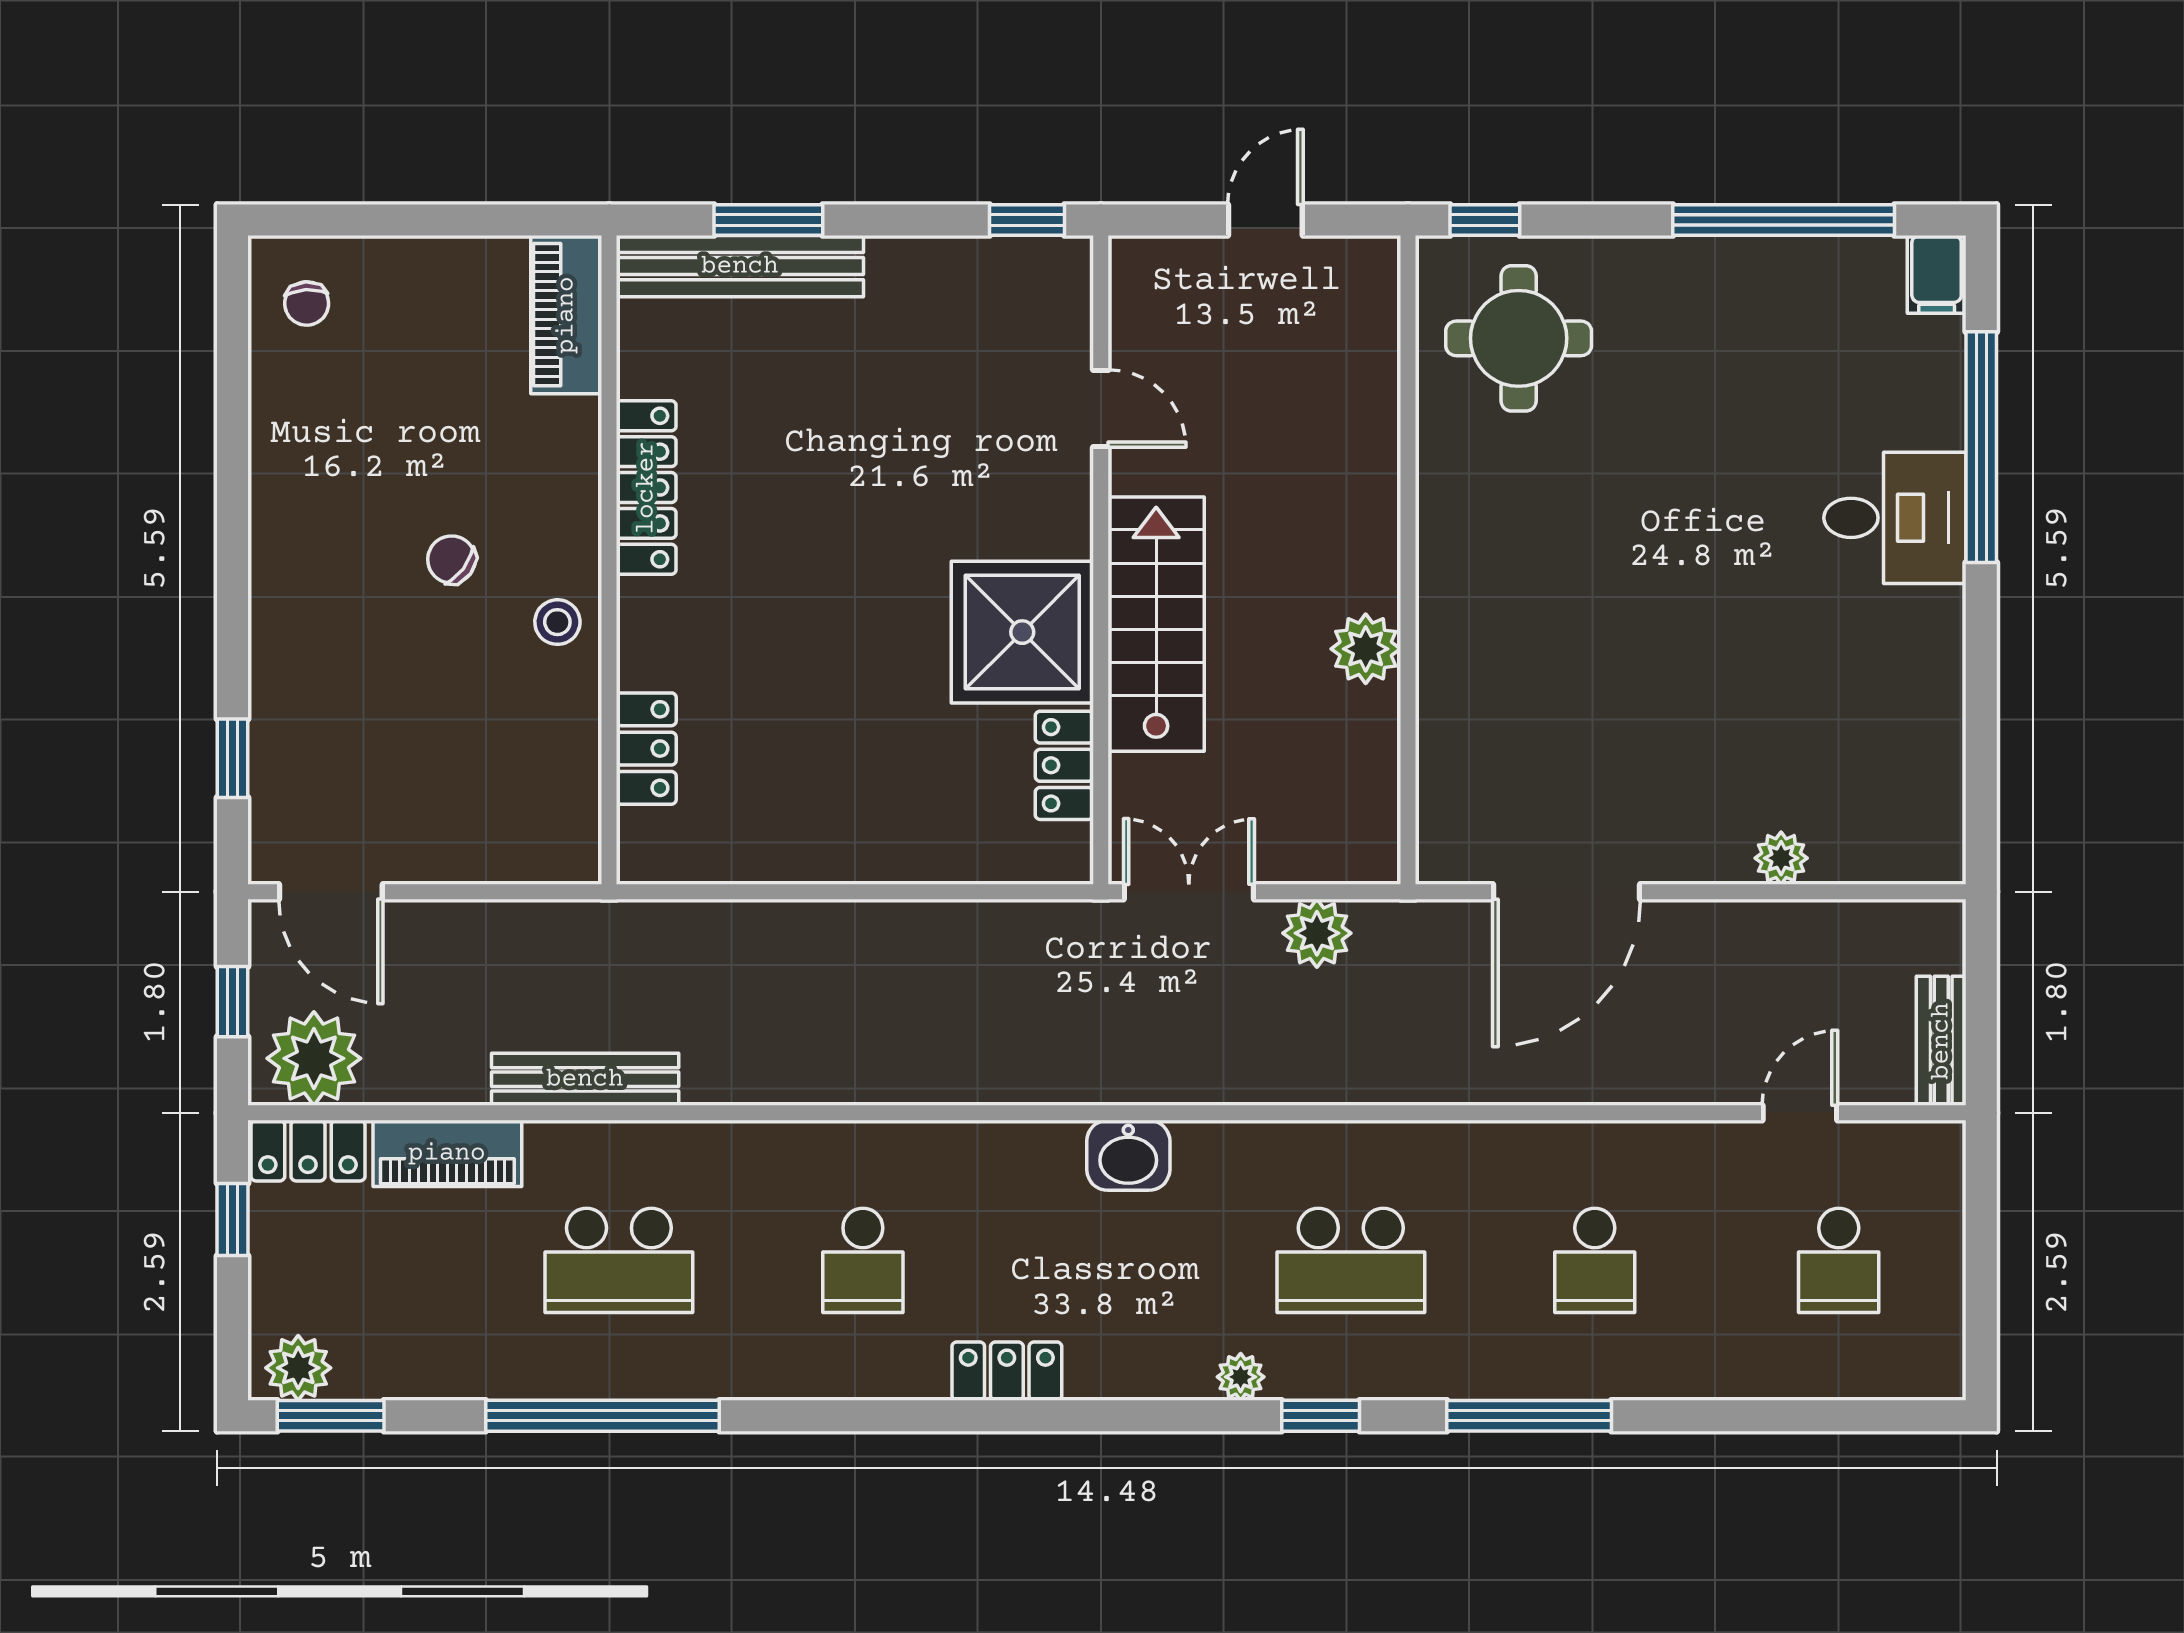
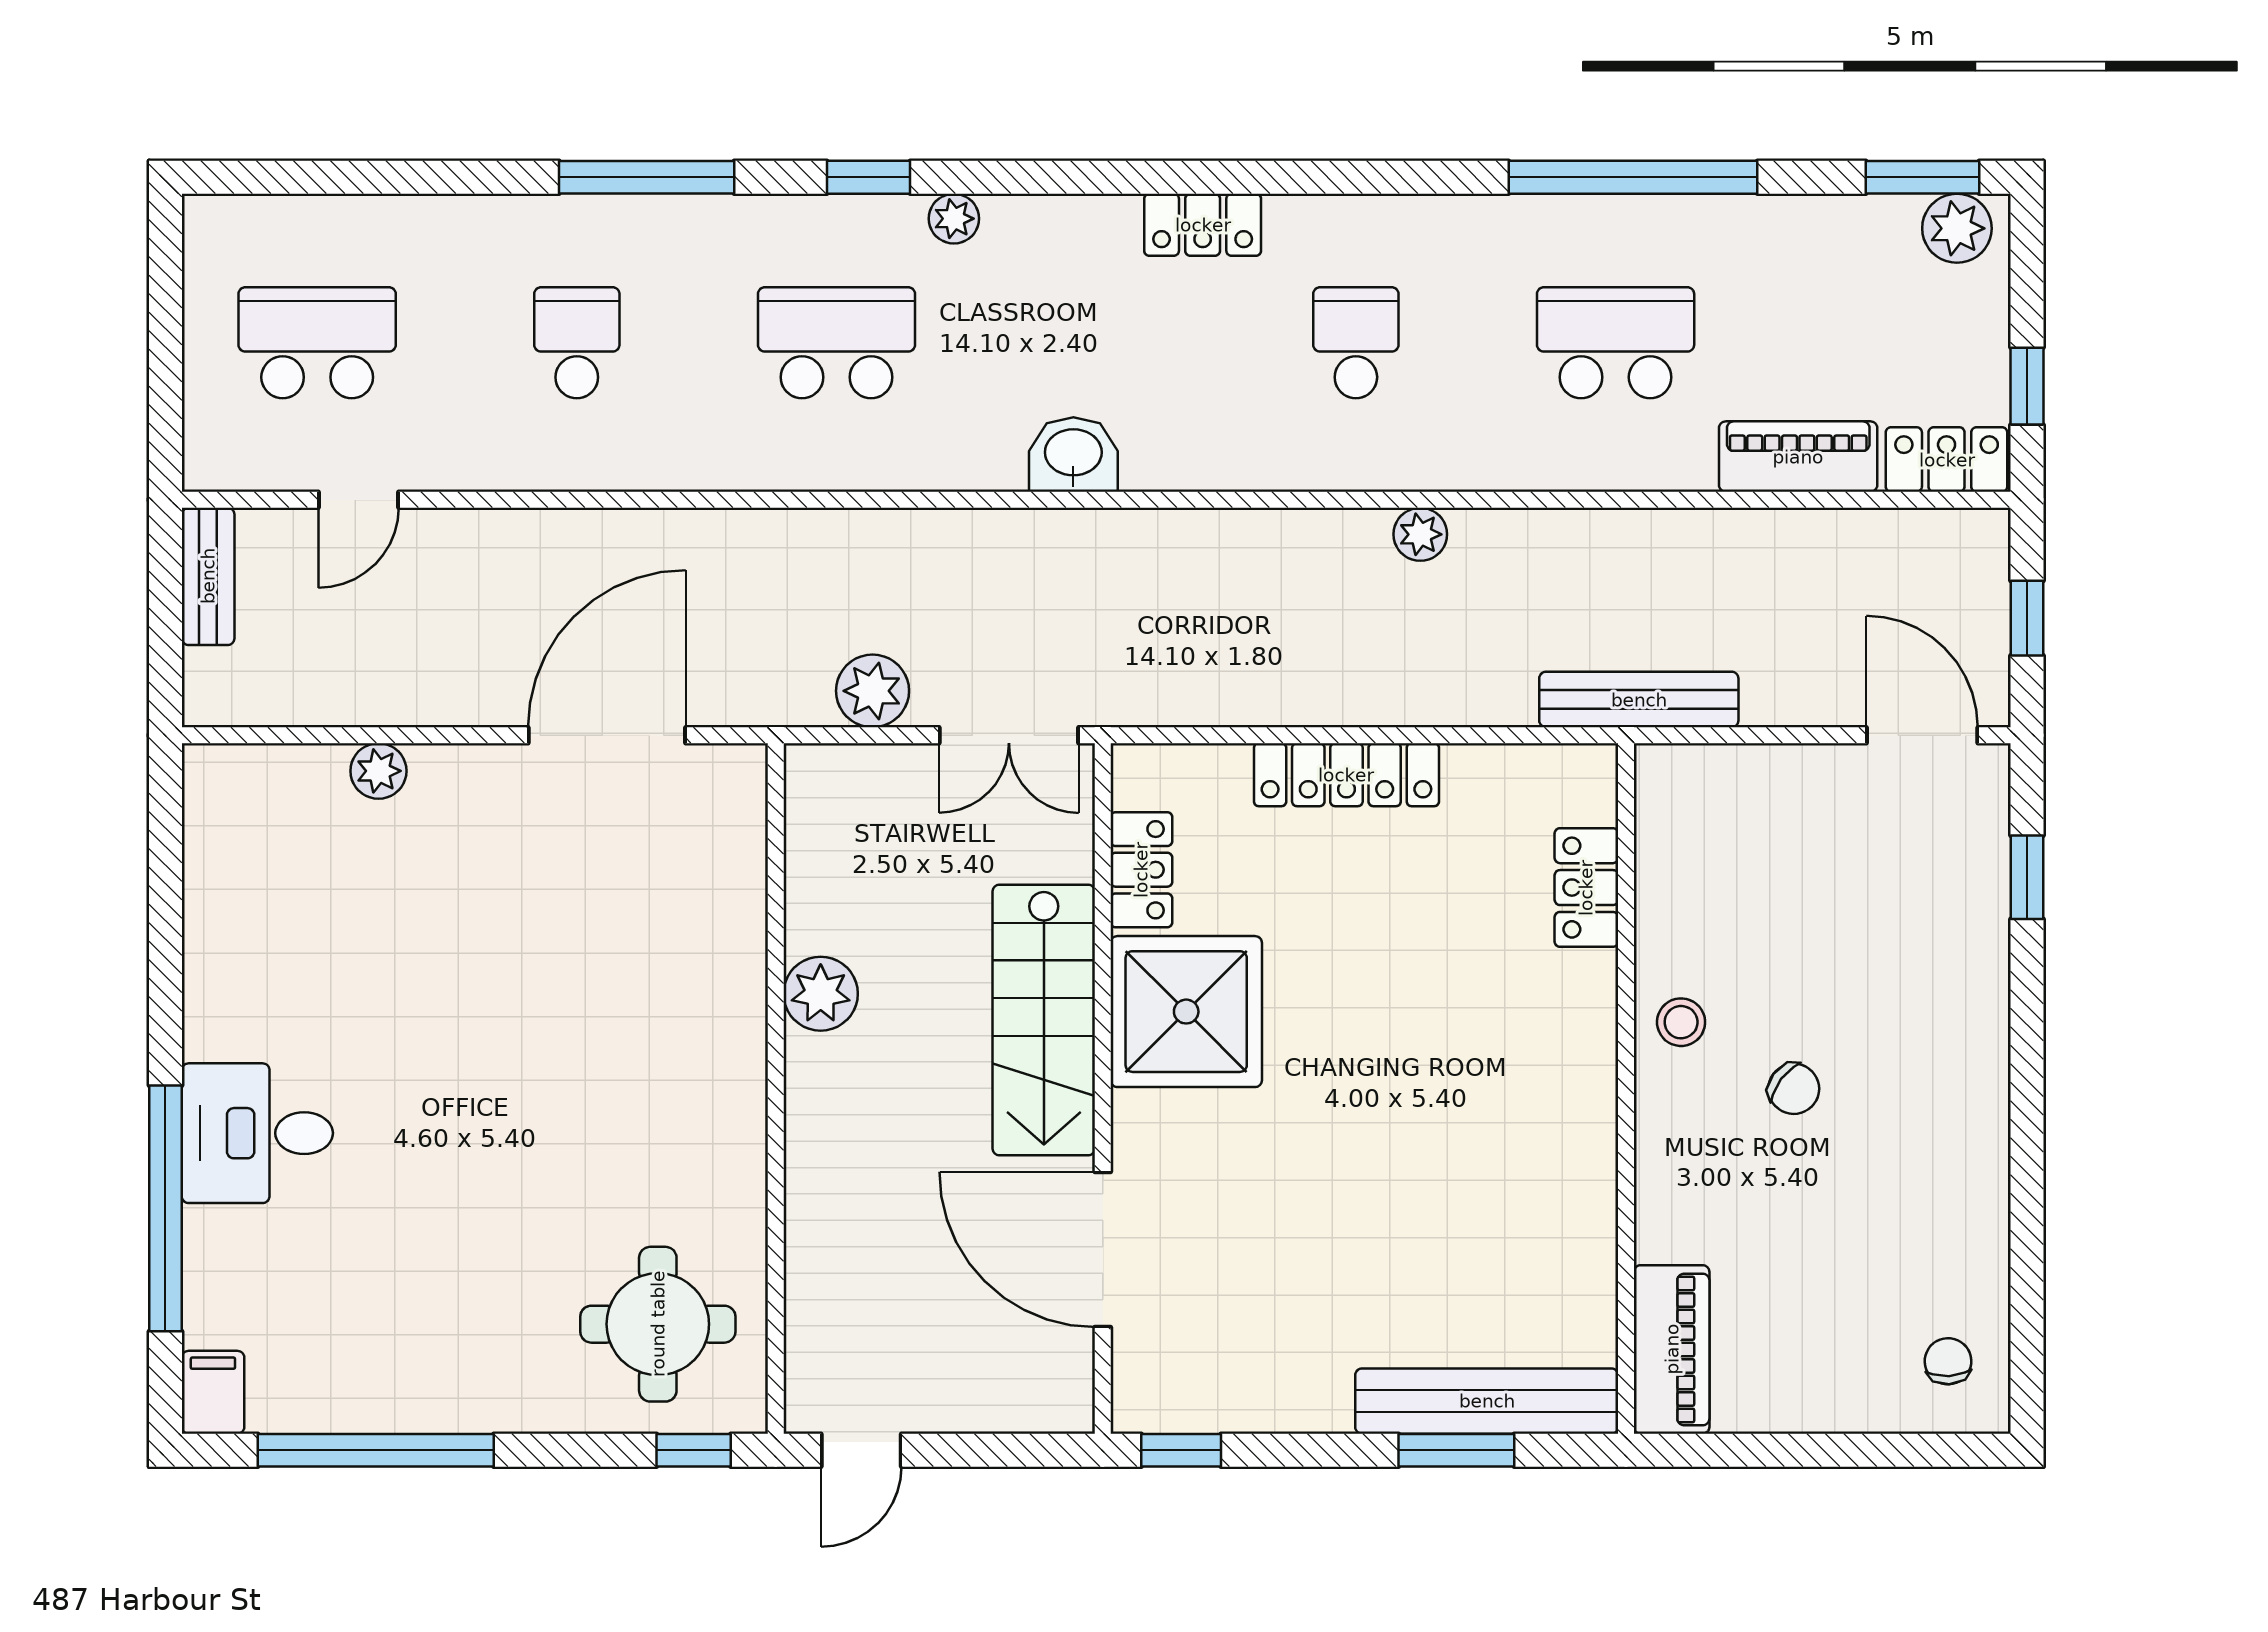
door: (1265, 220) -> (861, 1450), moved
door: (1101, 409) -> (1103, 1250), width x1.88
locker: (646, 488) -> (1346, 775), moved, turned -90
plant: (314, 1058) -> (1420, 534), moved, width x0.53, depth x0.53
bench: (585, 1079) -> (1639, 700), moved
school desk: (1839, 1260) -> (317, 343), width x1.85

